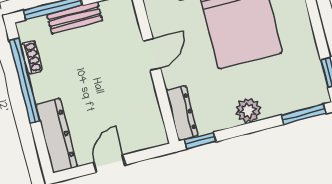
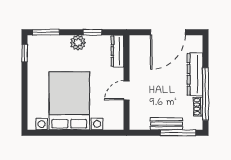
dresser: (57, 136) -> (195, 74), moved
window: (200, 141) -> (92, 32), moved
door: (110, 164) -> (168, 32), width x1.87

